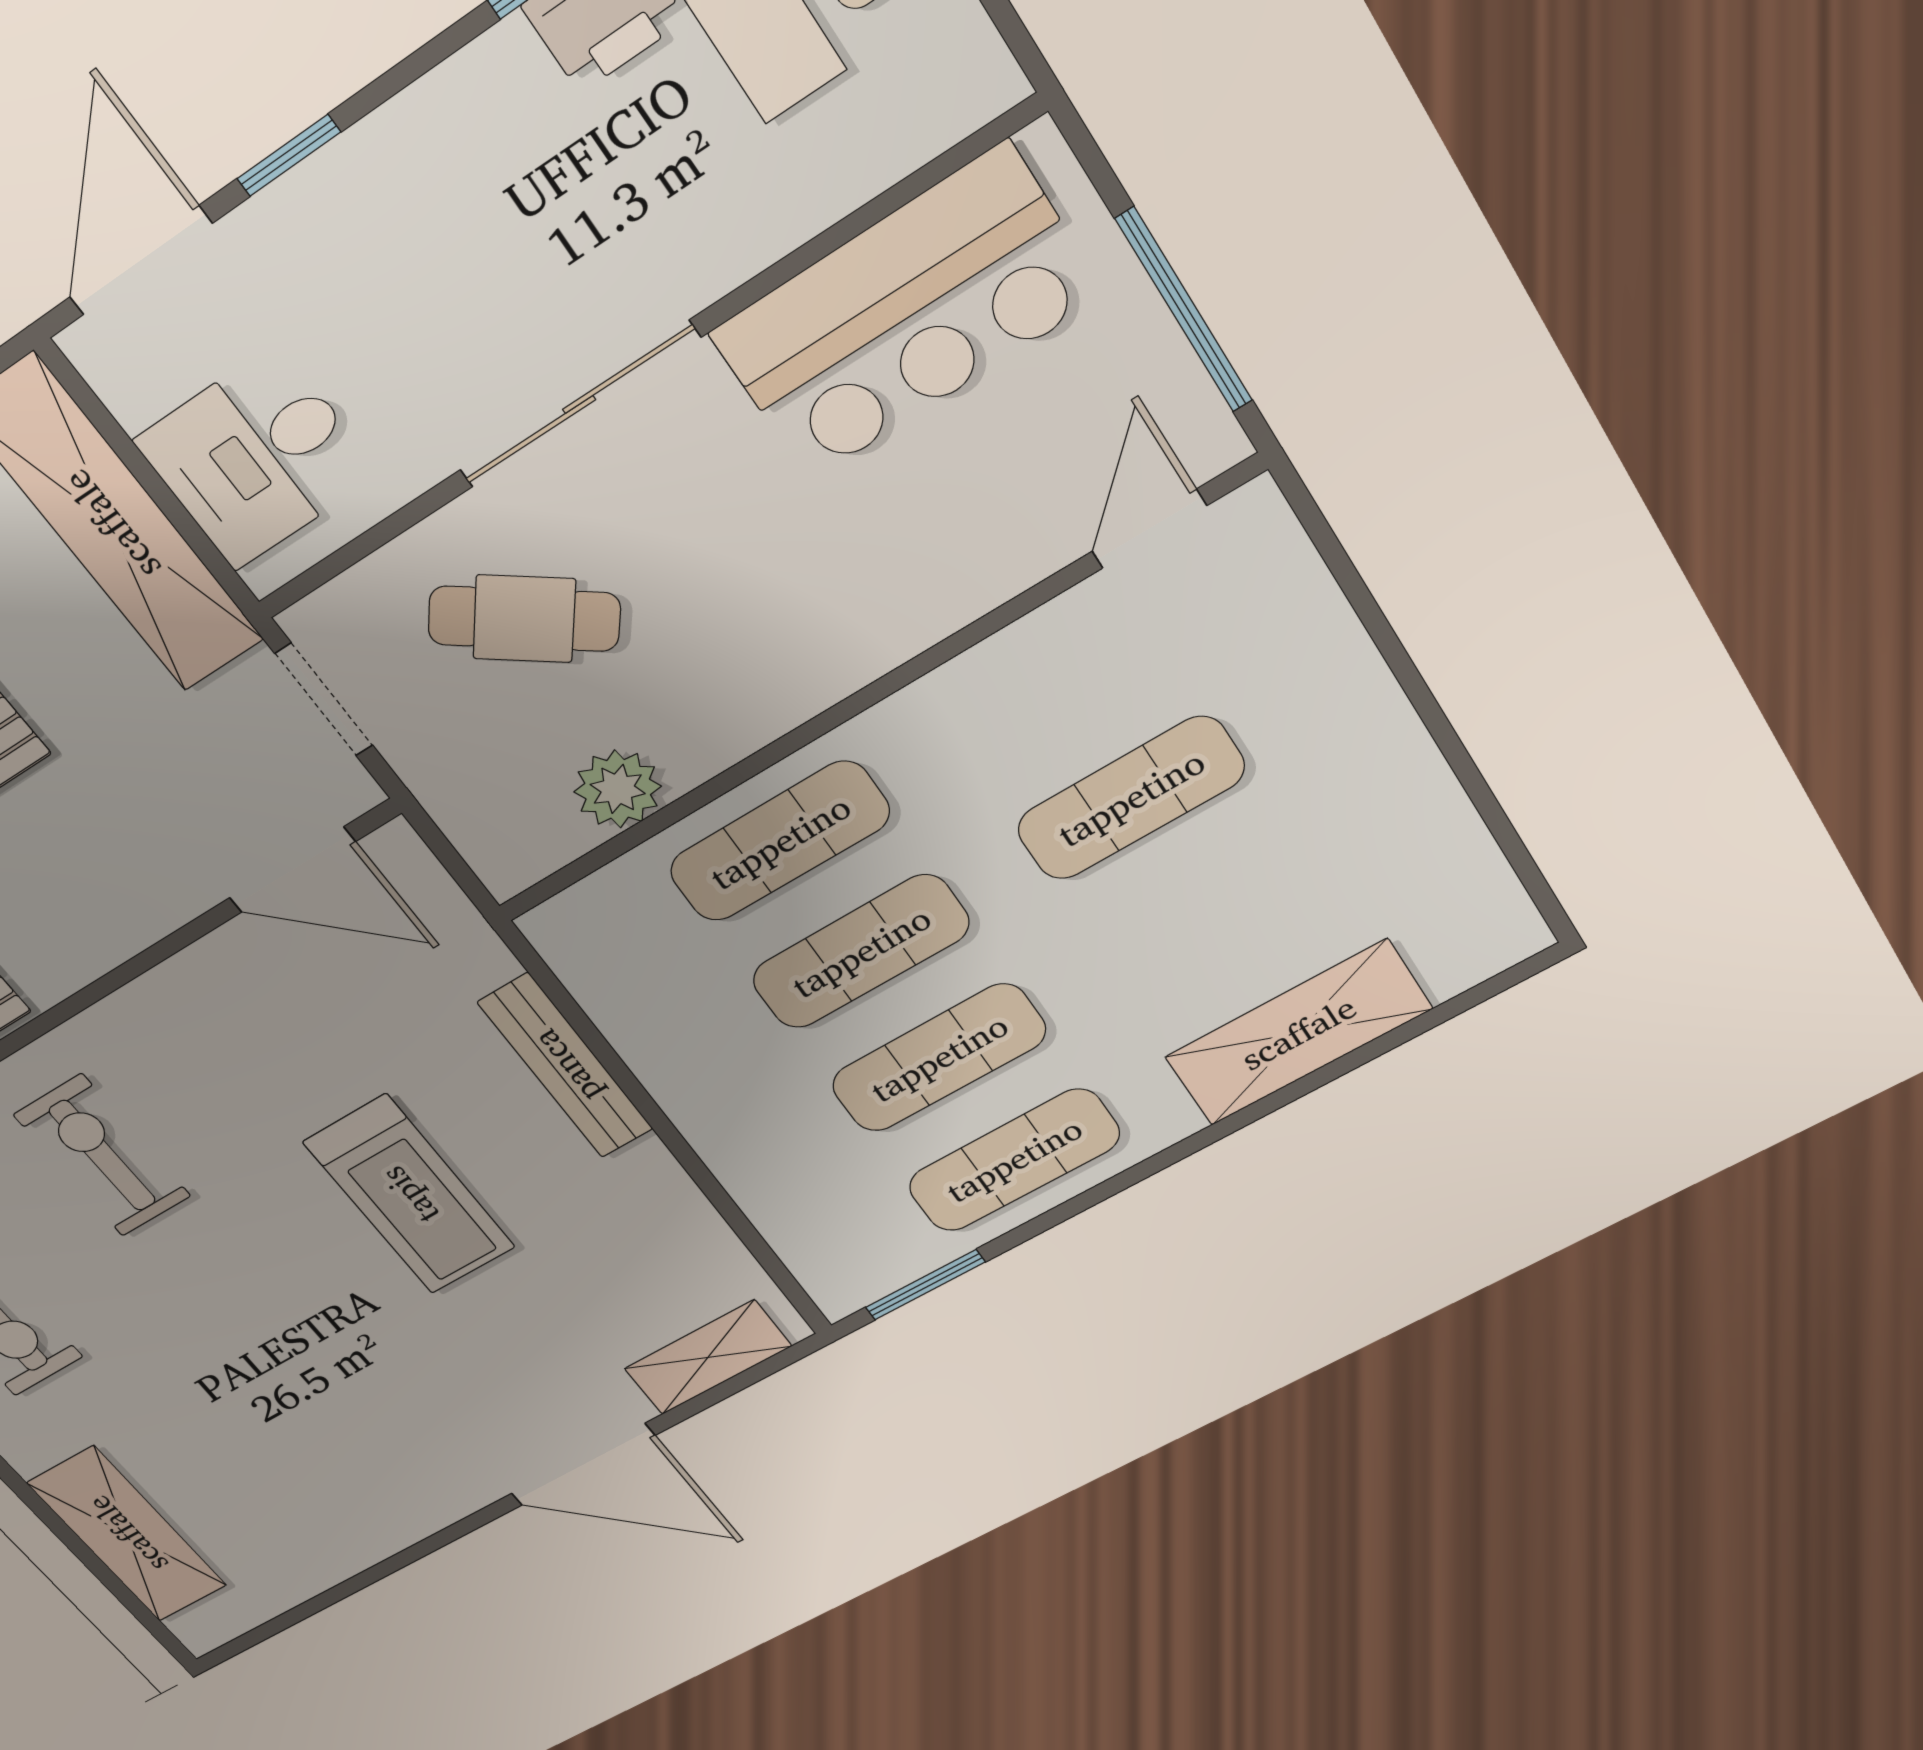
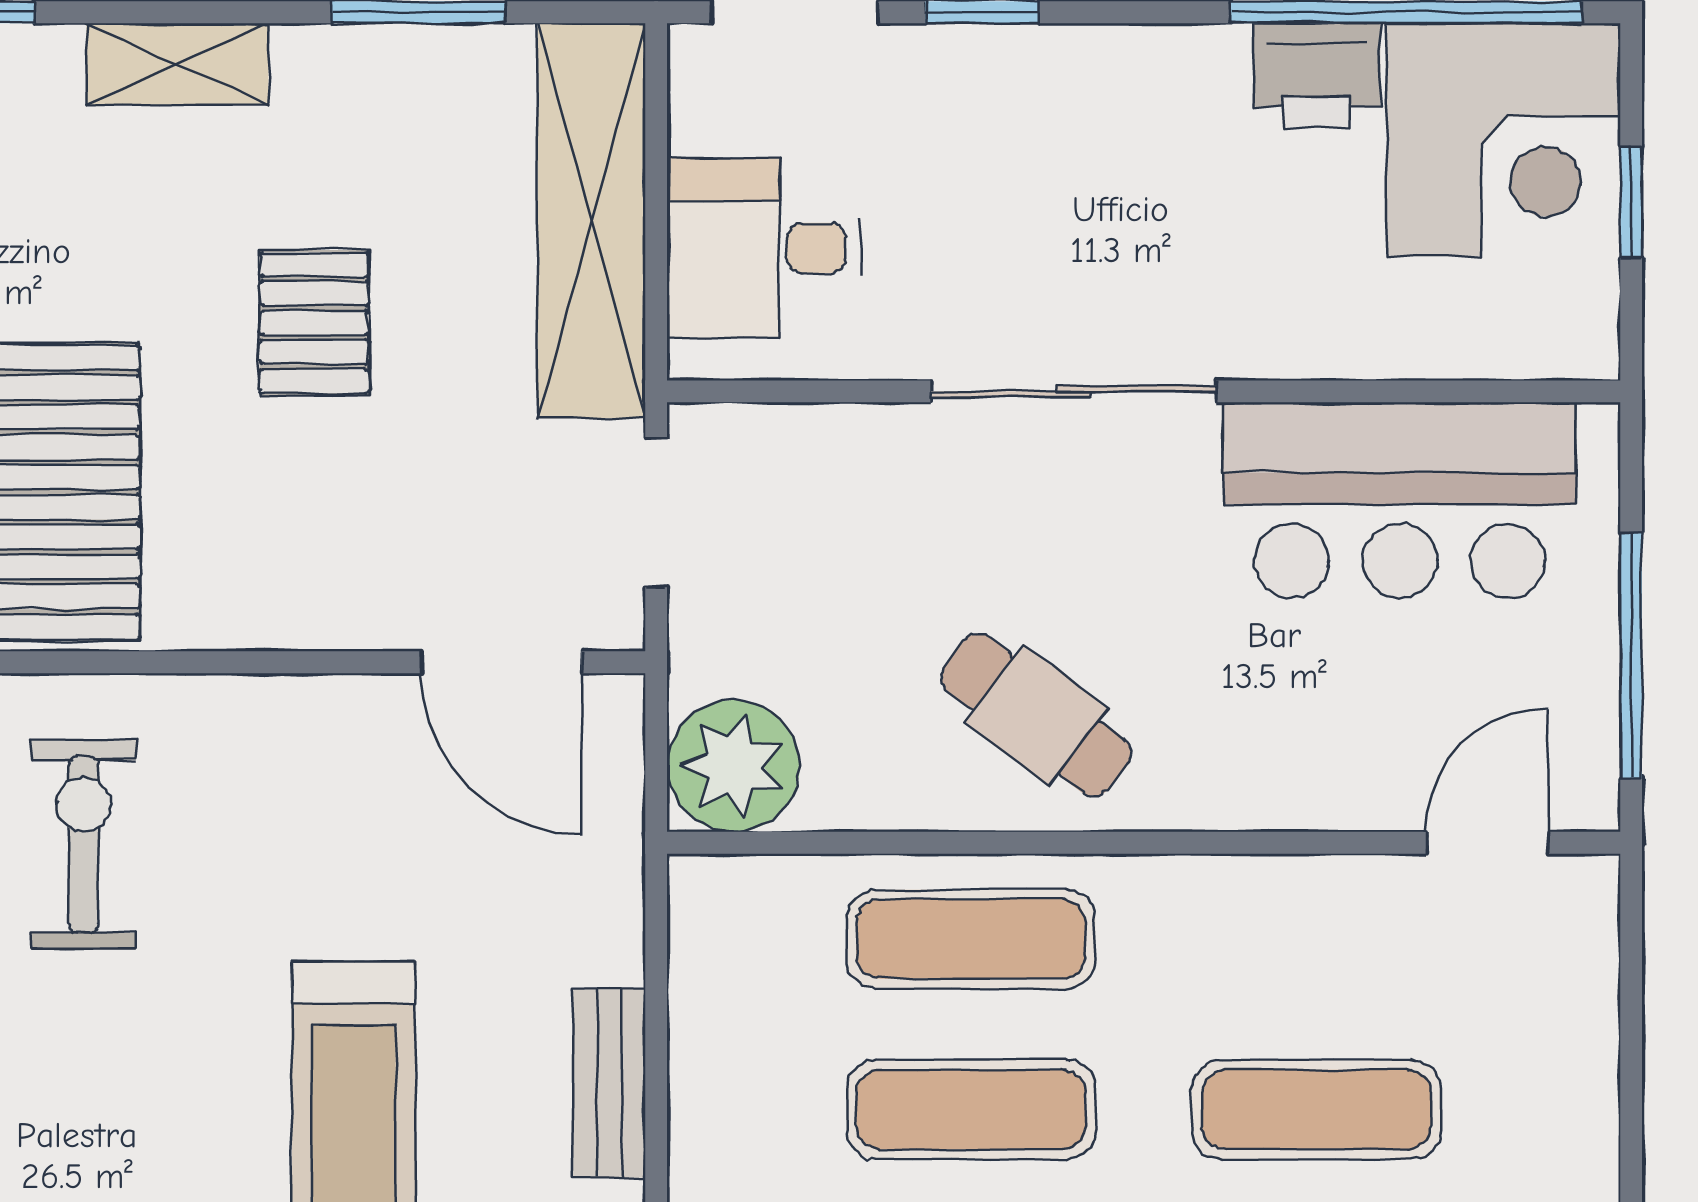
cafe table: (524, 619) -> (1036, 715), moved
plant: (618, 789) -> (734, 766), moved, width x1.36, depth x1.36
bench: (566, 1066) -> (609, 1083), width x0.73

